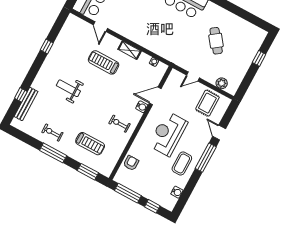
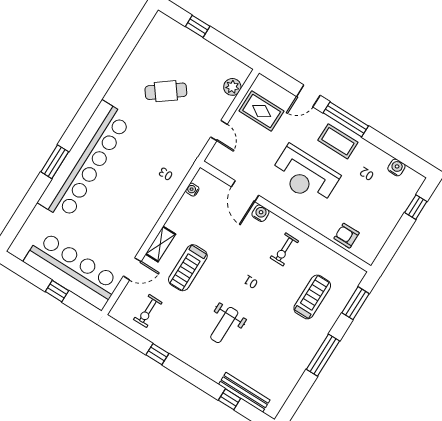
shelving: (130, 50) -> (160, 244), moved
exercise bike: (52, 133) -> (148, 311), moved
coffee table: (182, 163) -> (338, 141), moved
window: (128, 193) -> (393, 244), removed

